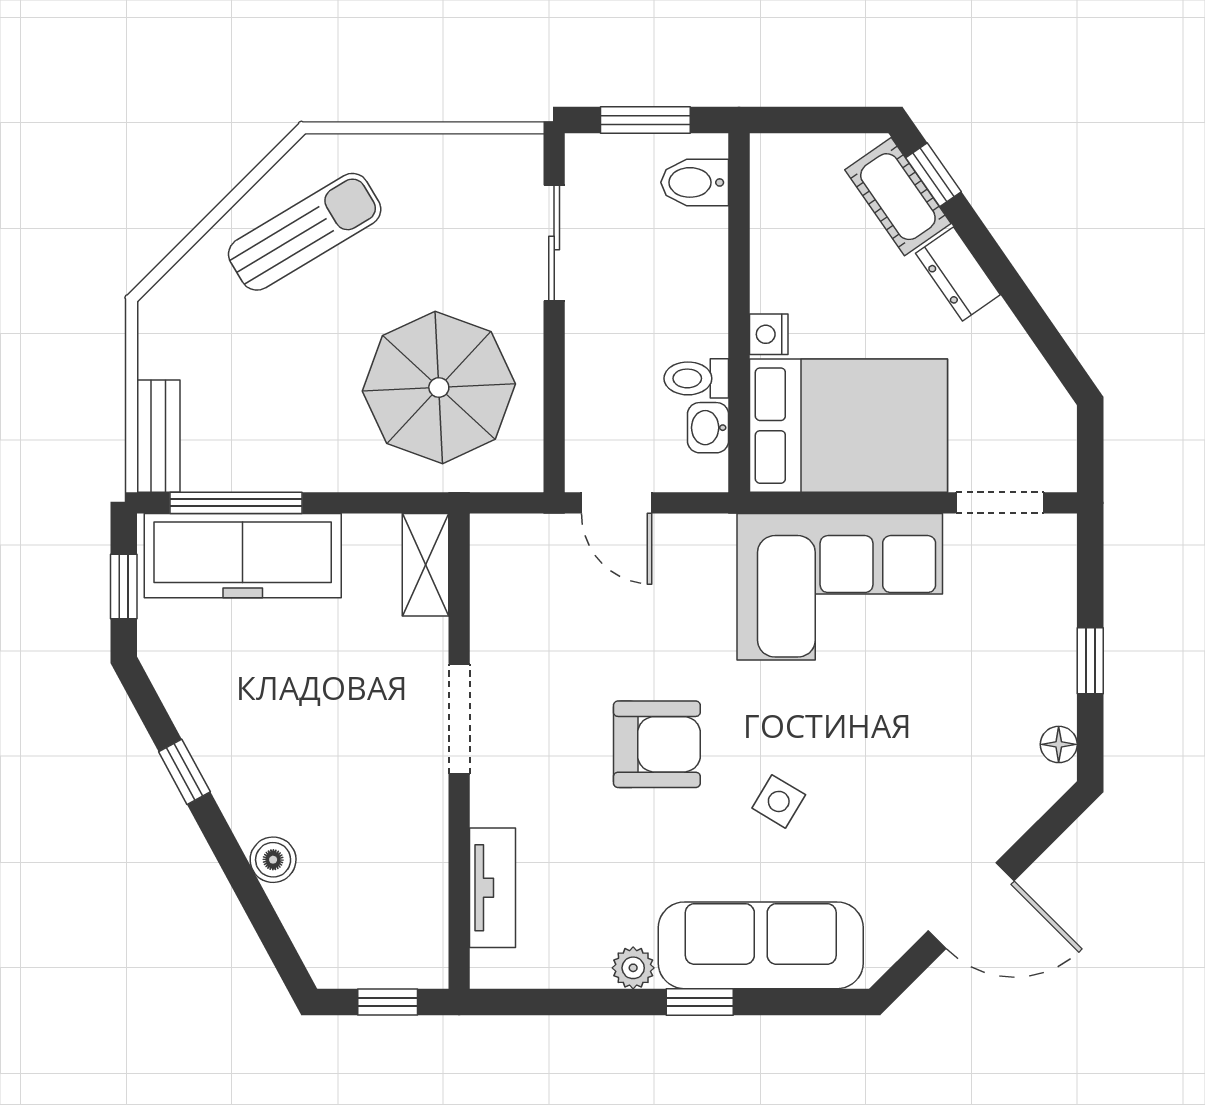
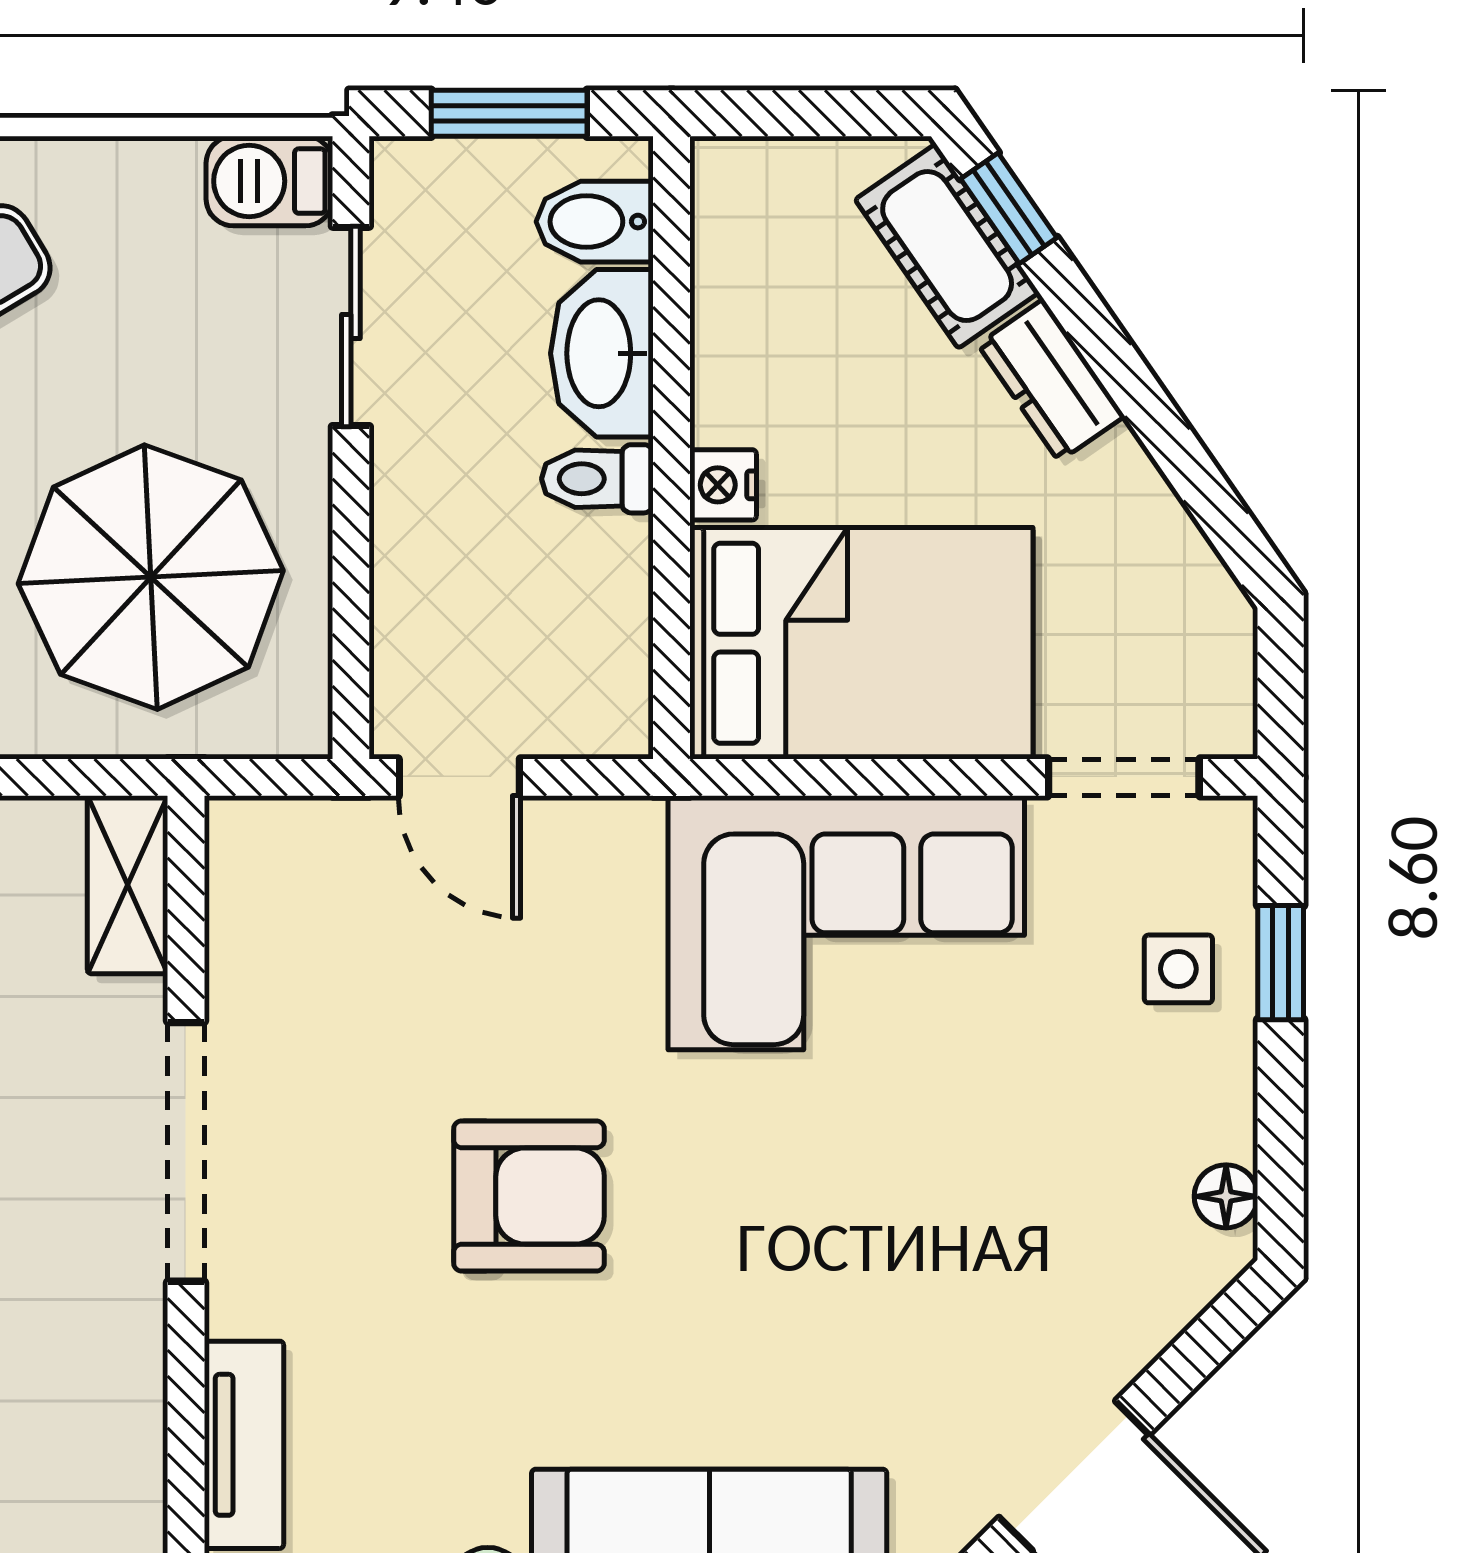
barbecue: (507, 159) -> (269, 181), added
toilet: (696, 378) -> (597, 479), moved
washbasin: (708, 428) -> (602, 353), moved, width x1.91, depth x1.45
window: (1090, 661) -> (1281, 963), moved
doorway: (459, 719) -> (186, 1152), width x1.36
side table: (779, 801) -> (1178, 969), moved, turned -31

